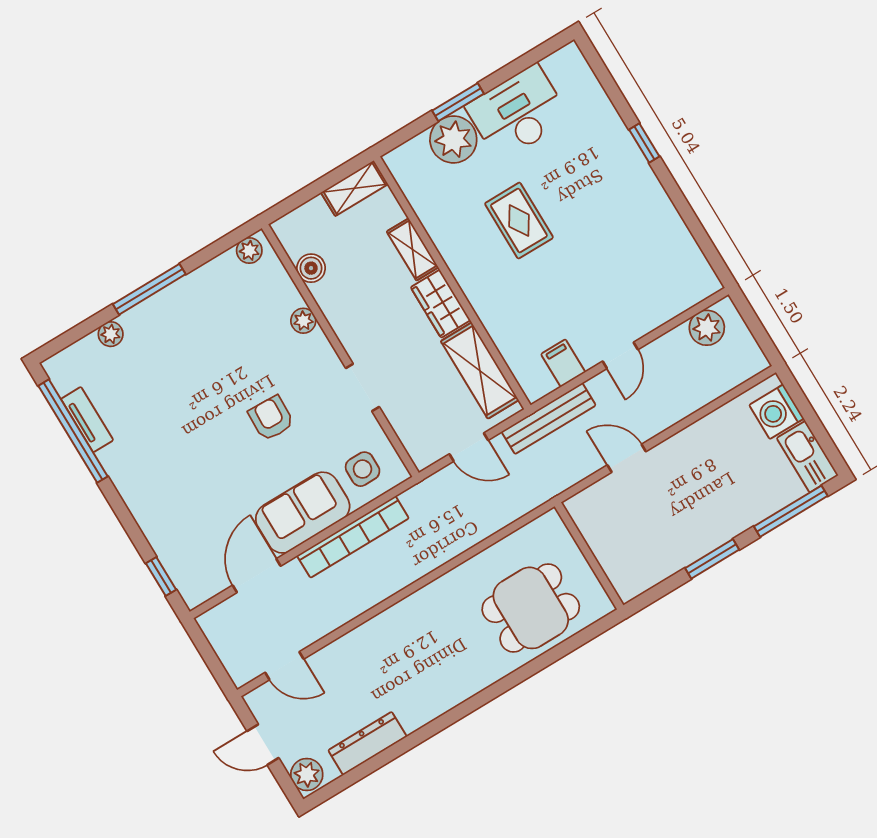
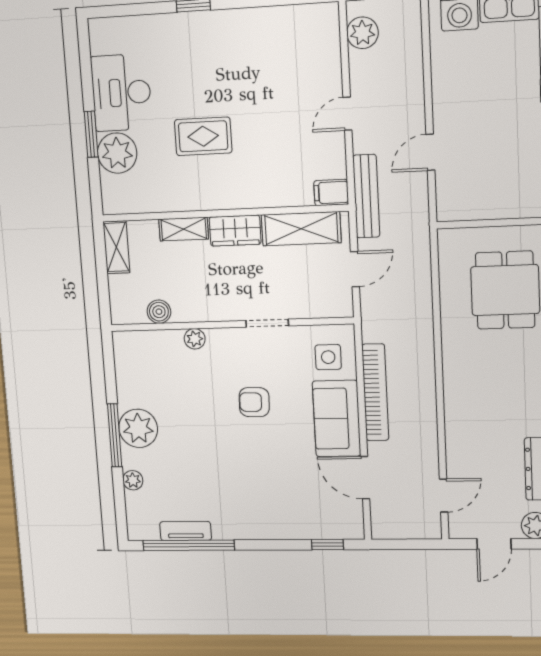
plant: (249, 251) -> (138, 428), moved, width x1.88, depth x1.88
door: (620, 355) -> (347, 114), swing flipped
filing cabinet: (563, 363) -> (331, 193), moved

